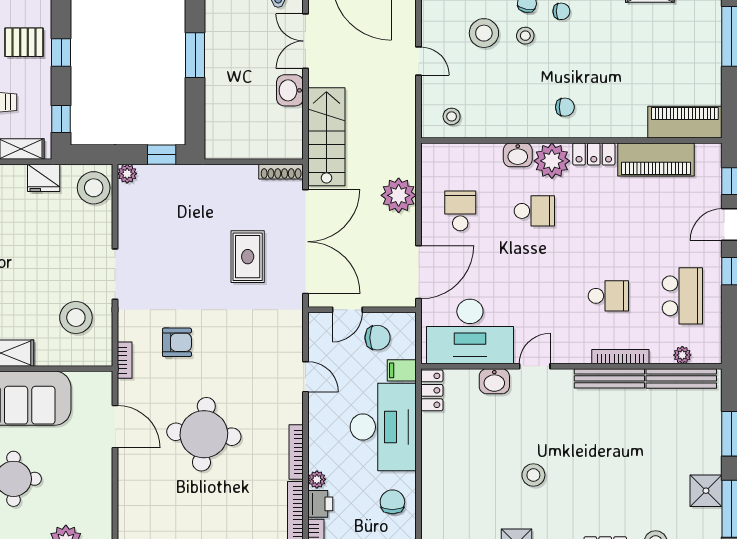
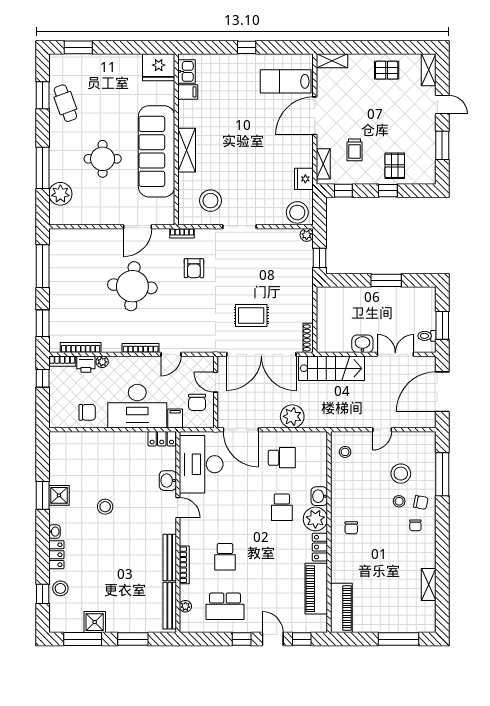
bookcase: (296, 452) -> (141, 348), moved

